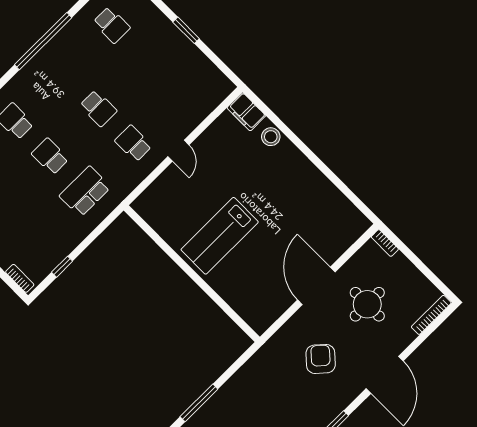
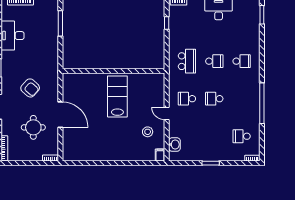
washbasin: (208, 101) -> (174, 145), added
filing cabinet: (246, 112) -> (160, 155), width x0.50
stool: (271, 137) -> (148, 132), moved
school desk: (133, 143) -> (187, 99), turned 180

